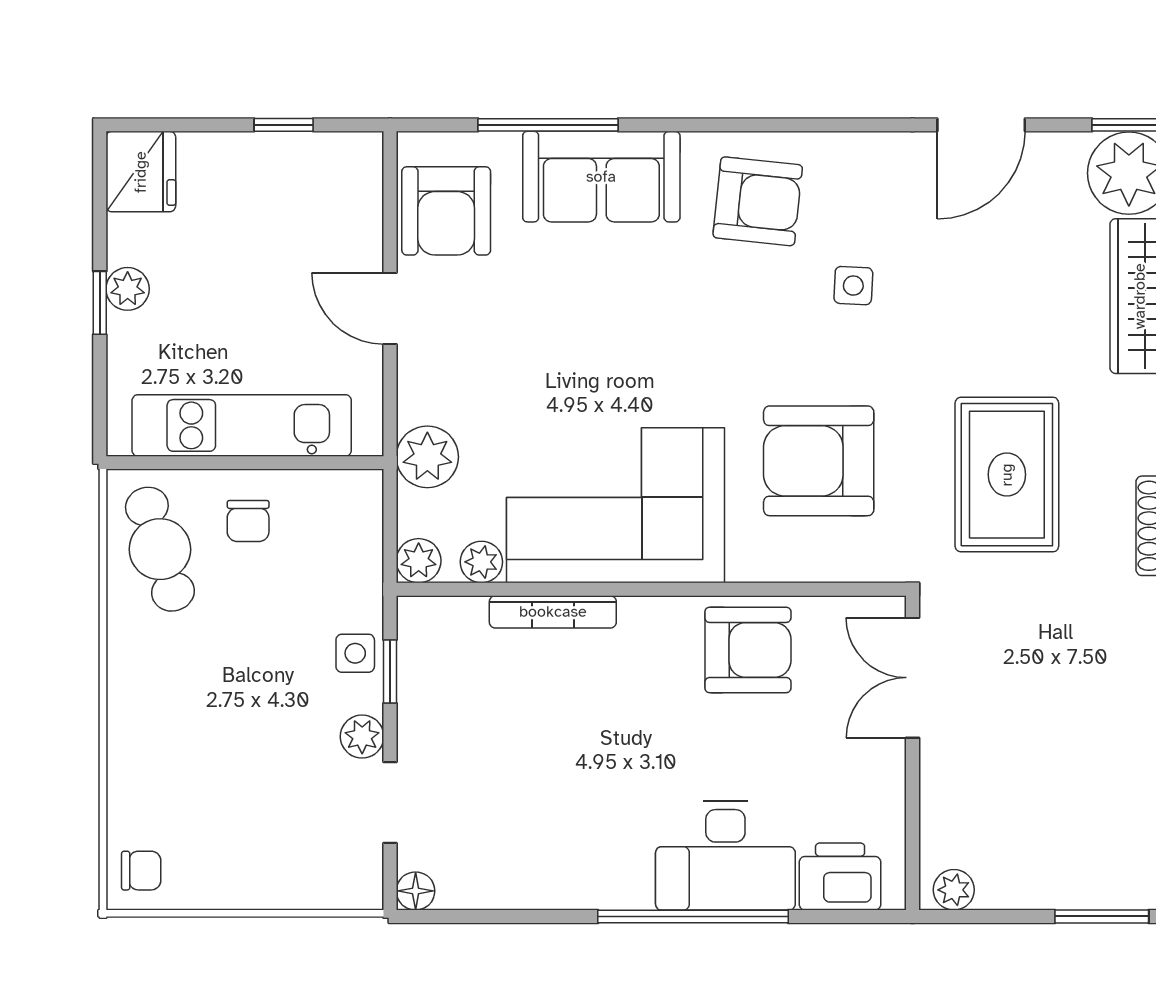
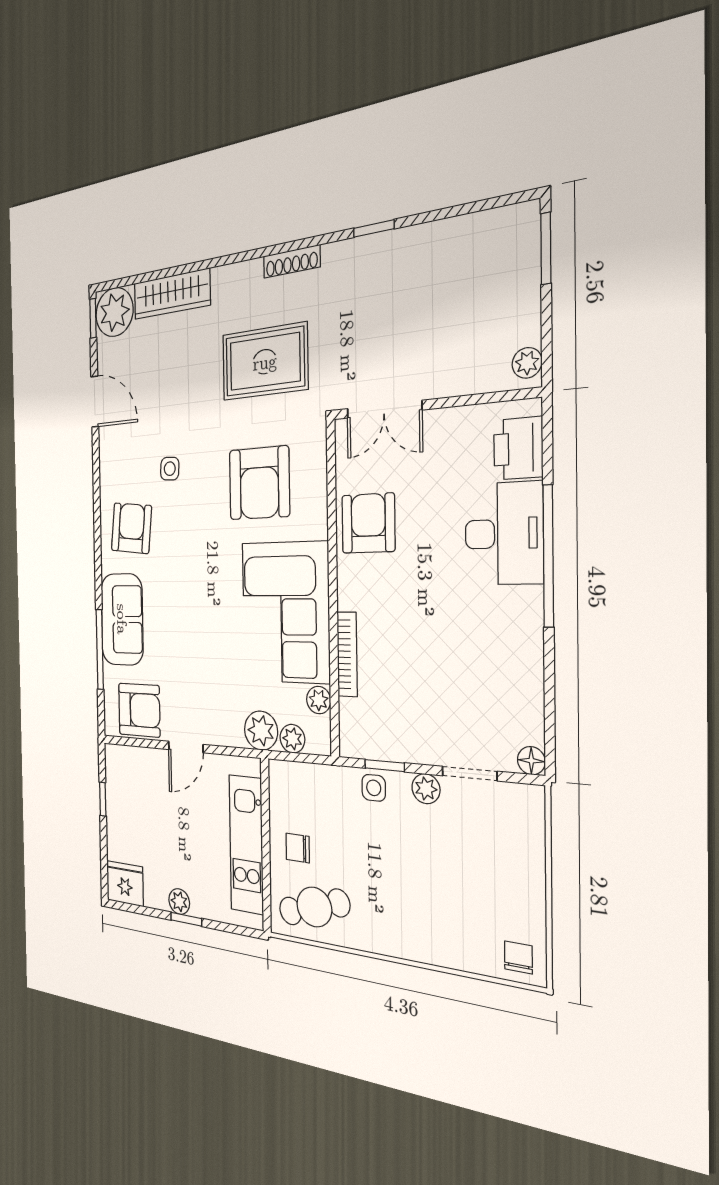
chair: (248, 521) -> (298, 848), turned 180
plant: (419, 561) -> (292, 739), moved

